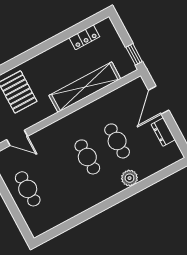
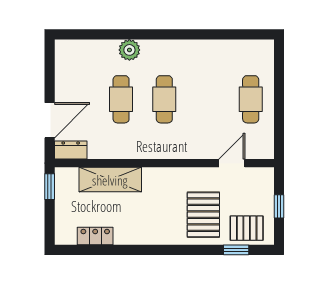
shelving: (85, 87) -> (110, 180), width x0.68
dresser: (163, 132) -> (71, 150), moved, turned -90
door: (17, 138) -> (232, 163), hinge flipped

